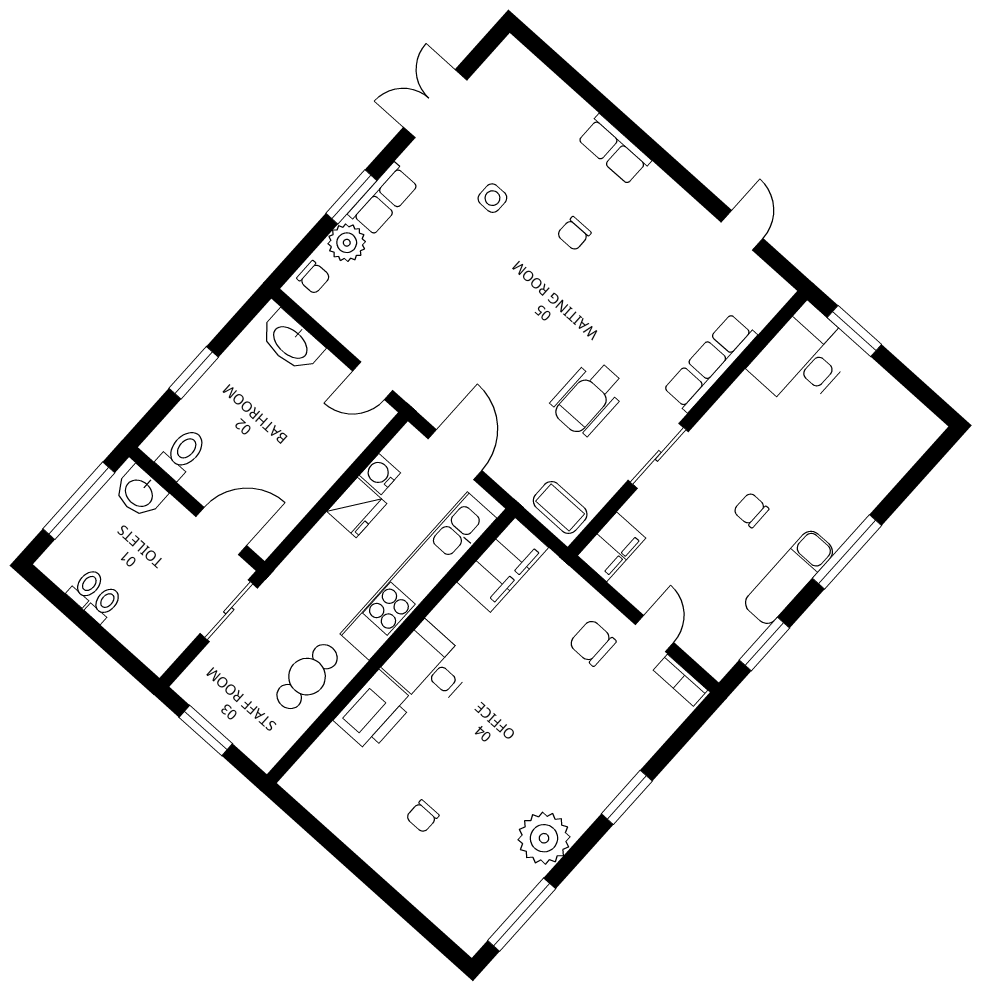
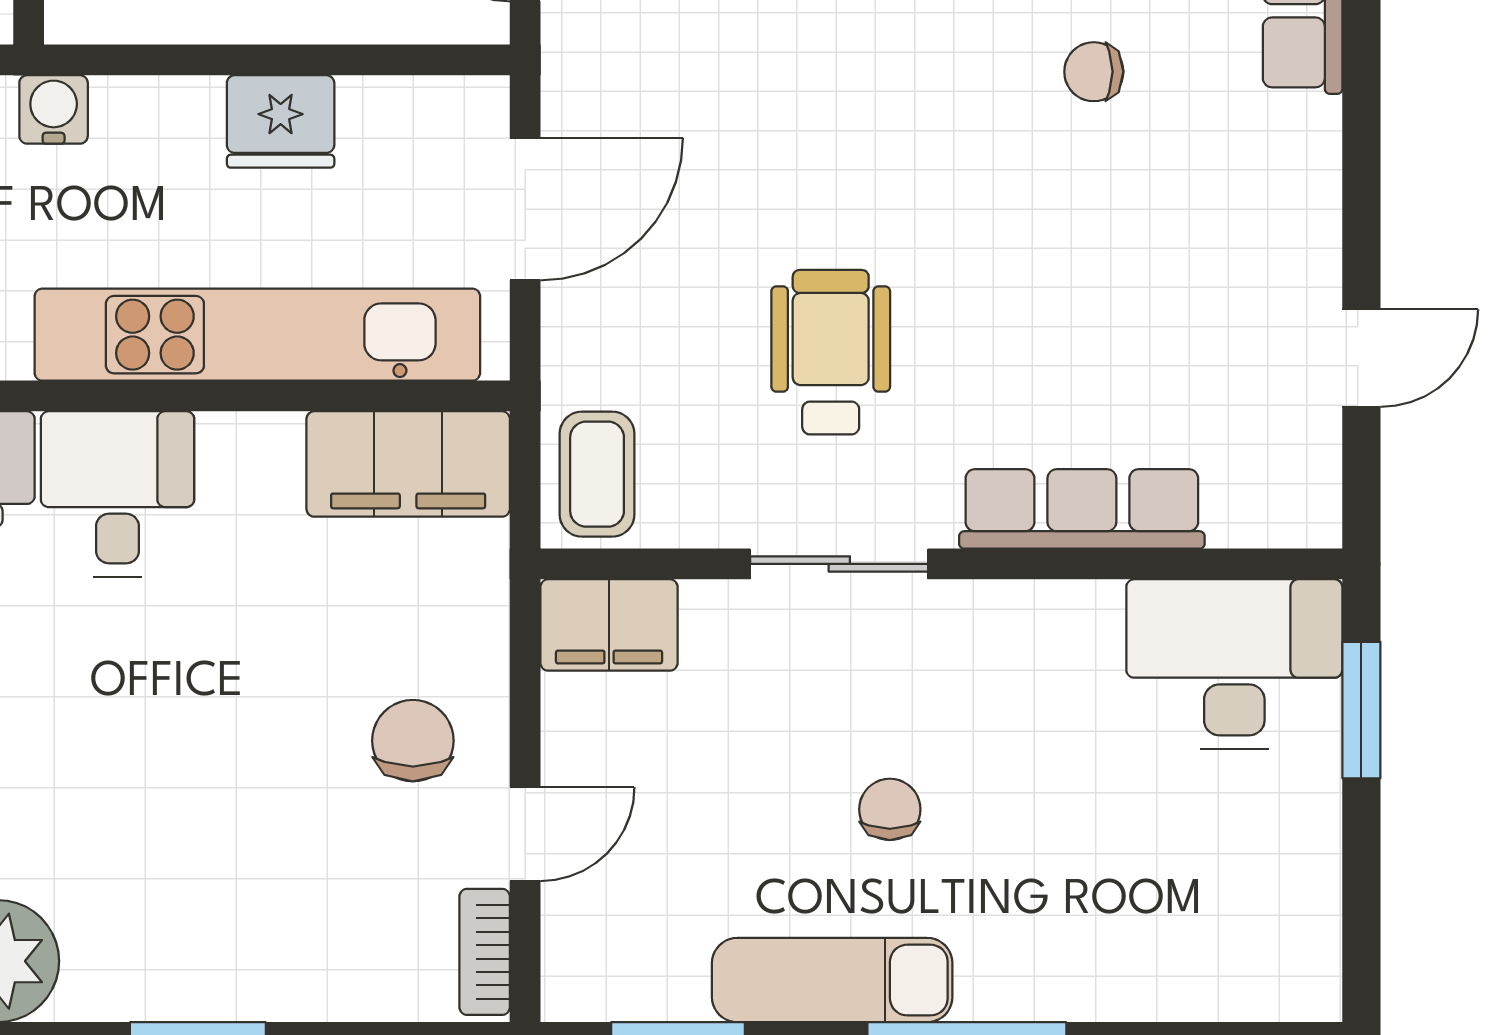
wheelchair: (588, 398) -> (831, 352), turned 90
water cooler: (380, 474) -> (54, 109), moved

